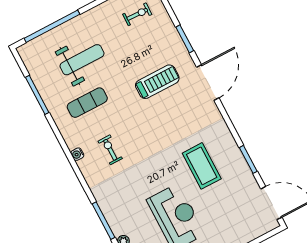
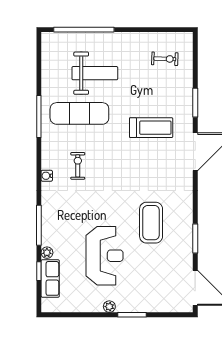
window: (37, 95) -> (39, 116), moved
exercise mat: (87, 103) -> (79, 113), width x1.36, depth x1.45
water cooler: (77, 154) -> (47, 176), moved

